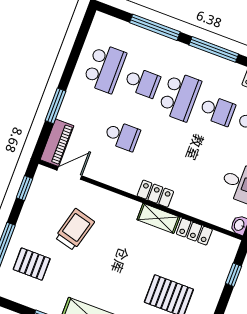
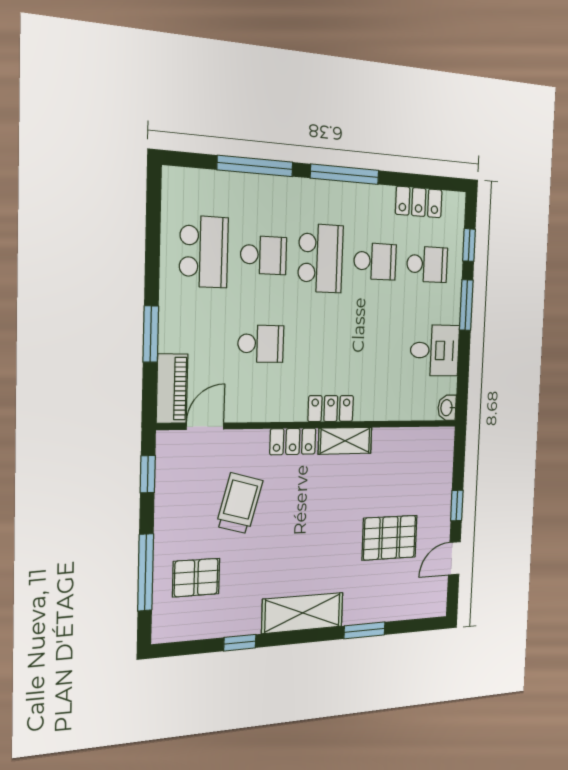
locker: (194, 232) -> (293, 441), moved
window: (233, 275) -> (457, 506), moved

